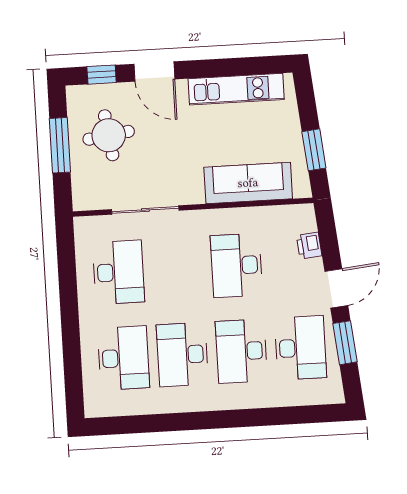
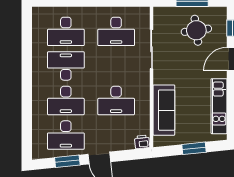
window: (314, 150) -> (194, 148), moved
printer: (309, 246) -> (142, 142), moved
desk: (236, 265) -> (116, 101), turned 180
desk: (241, 351) -> (66, 101), turned 180

